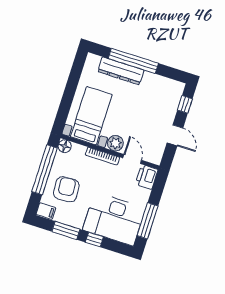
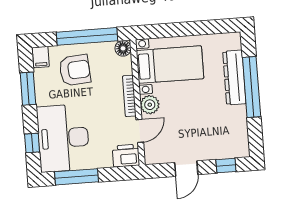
window: (94, 240) -> (32, 143), moved

